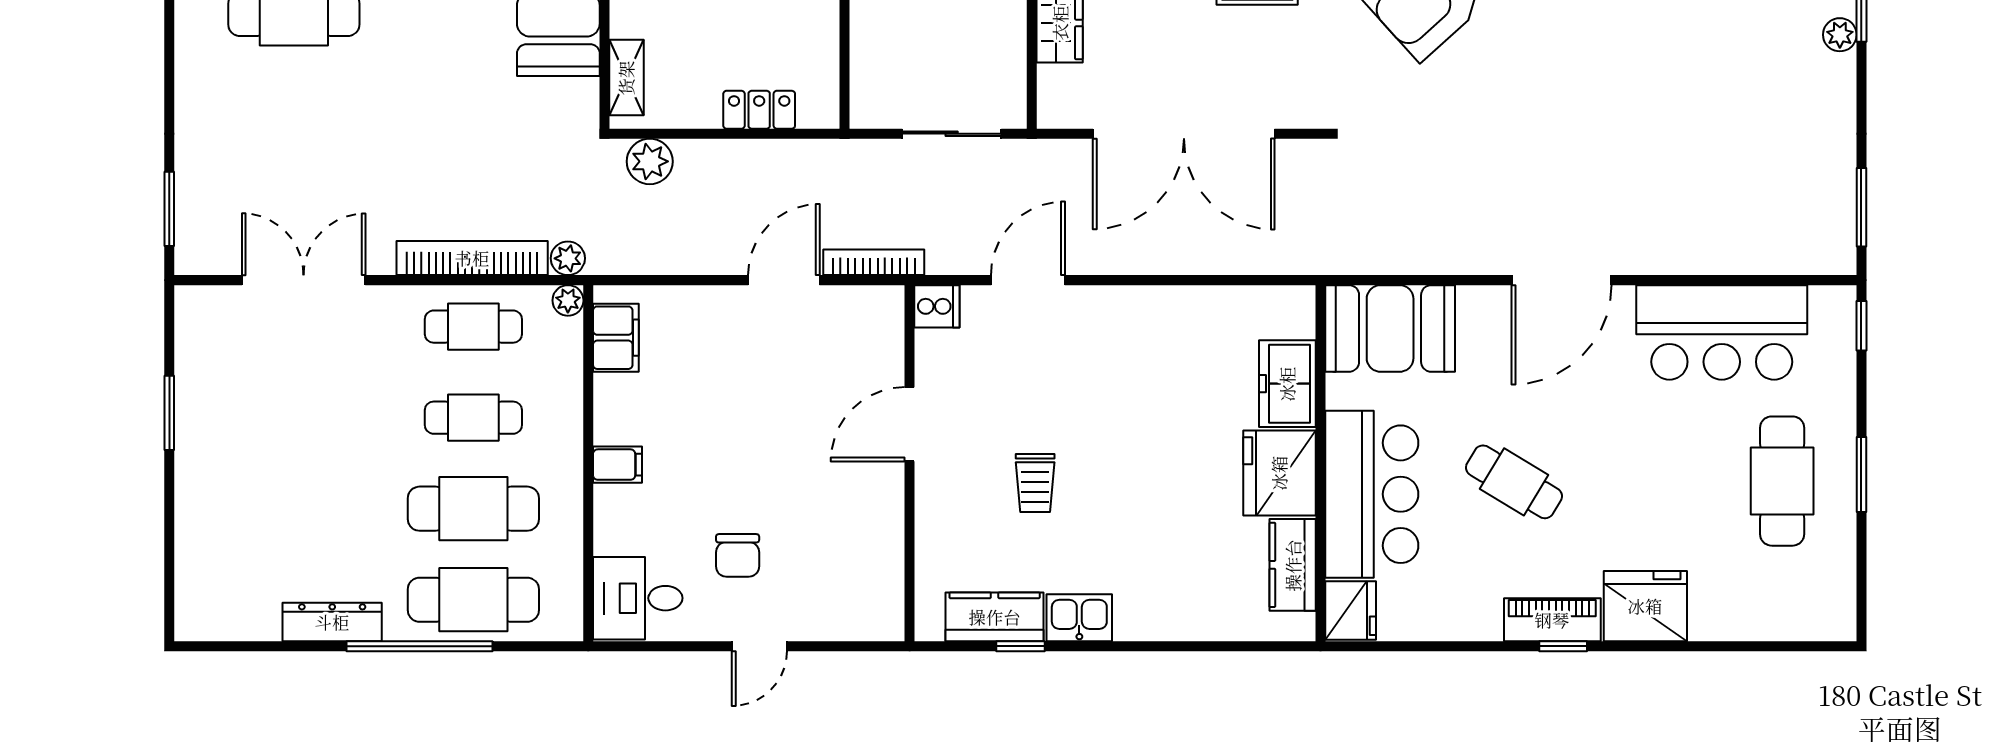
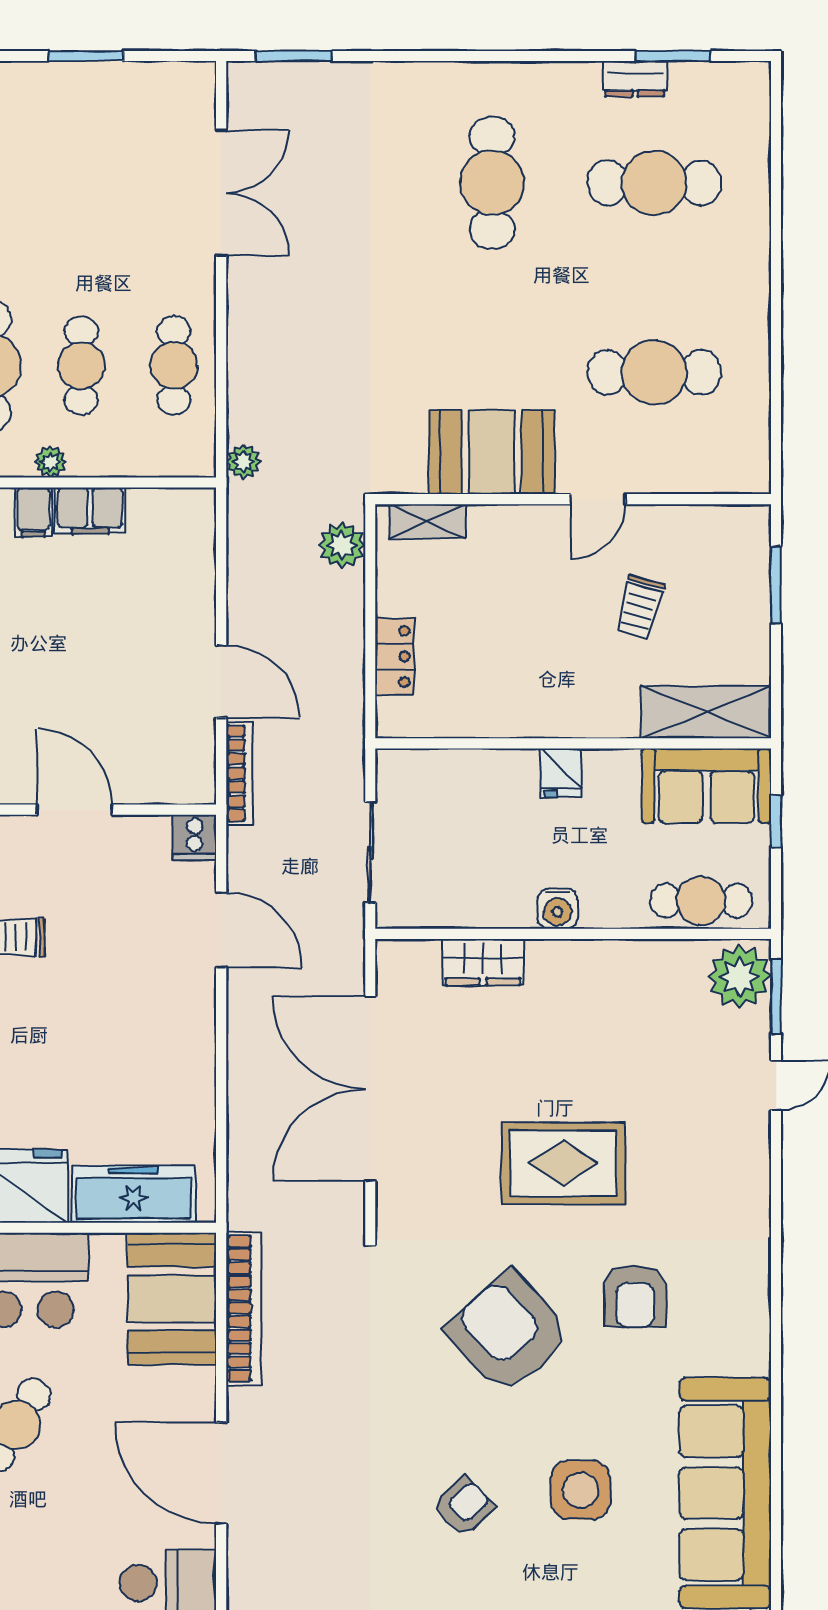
armchair: (1594, 42) -> (464, 1506), added
bookcase: (472, 258) -> (244, 1308), moved
plant: (568, 300) -> (50, 462), moved
filing cabinet: (616, 338) -> (90, 511), moved
freezer: (1287, 384) -> (133, 1194), width x1.40

